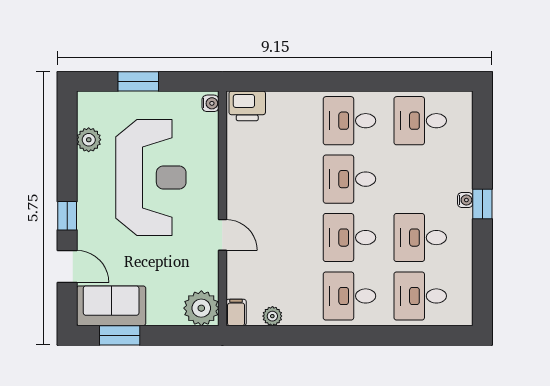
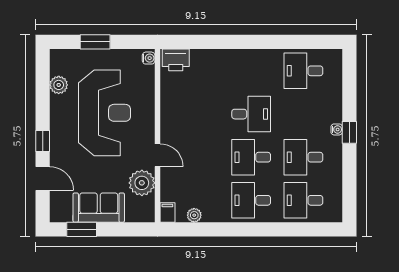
desk: (349, 121) -> (251, 71), removed
desk: (349, 179) -> (251, 114), turned 180
sofa: (111, 306) -> (99, 208), moved
plant: (201, 308) -> (142, 183), moved

